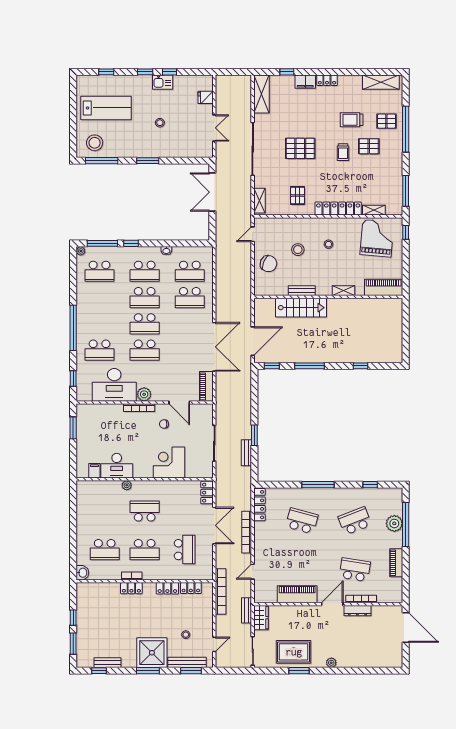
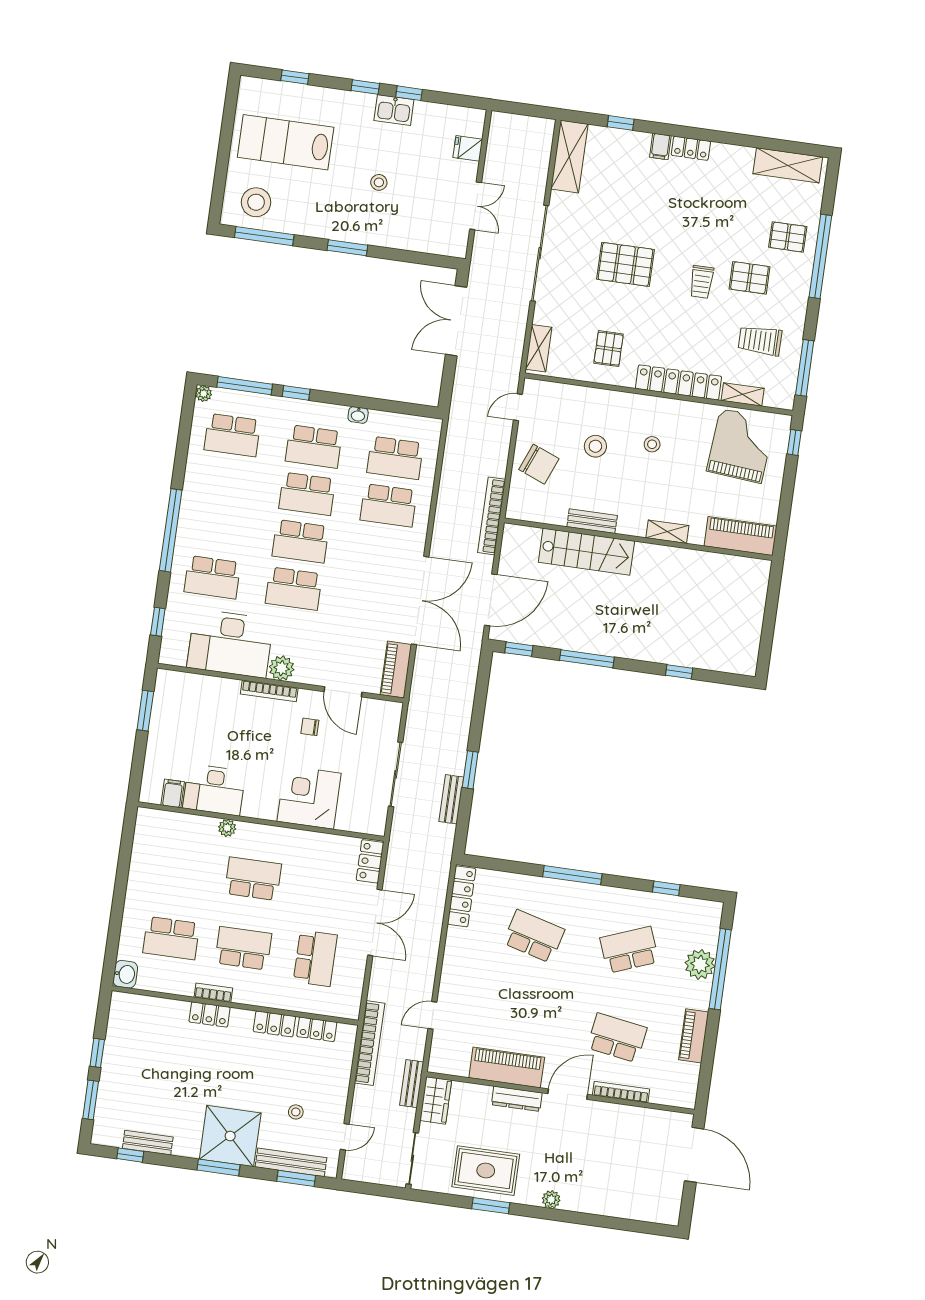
filing cabinet: (305, 82) -> (660, 146), width x0.50
lab bench: (106, 108) -> (286, 142), turned 180
trolley: (352, 120) -> (760, 341), moved
bookcase: (247, 532) -> (492, 516), moved
school desk: (145, 550) -> (243, 948), turned 180
dresser: (357, 611) -> (517, 1099), moved

